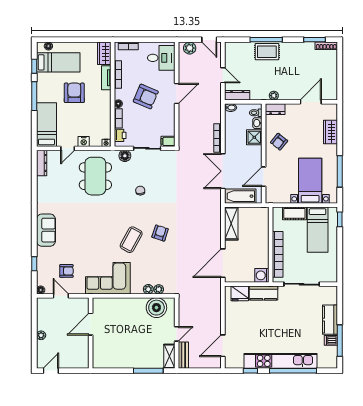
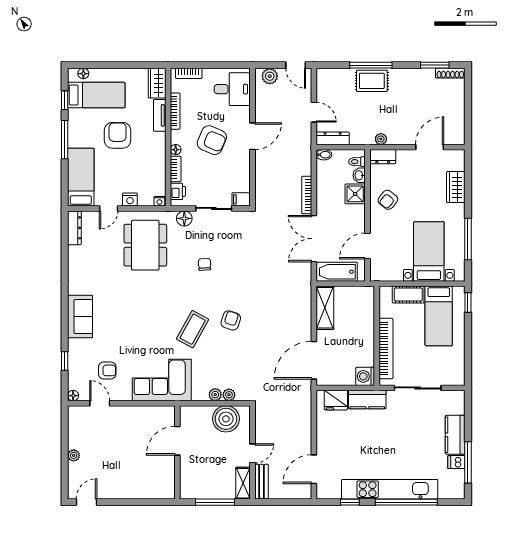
door: (91, 324) -> (177, 441), moved
wall: (91, 333) -> (177, 452), moved

